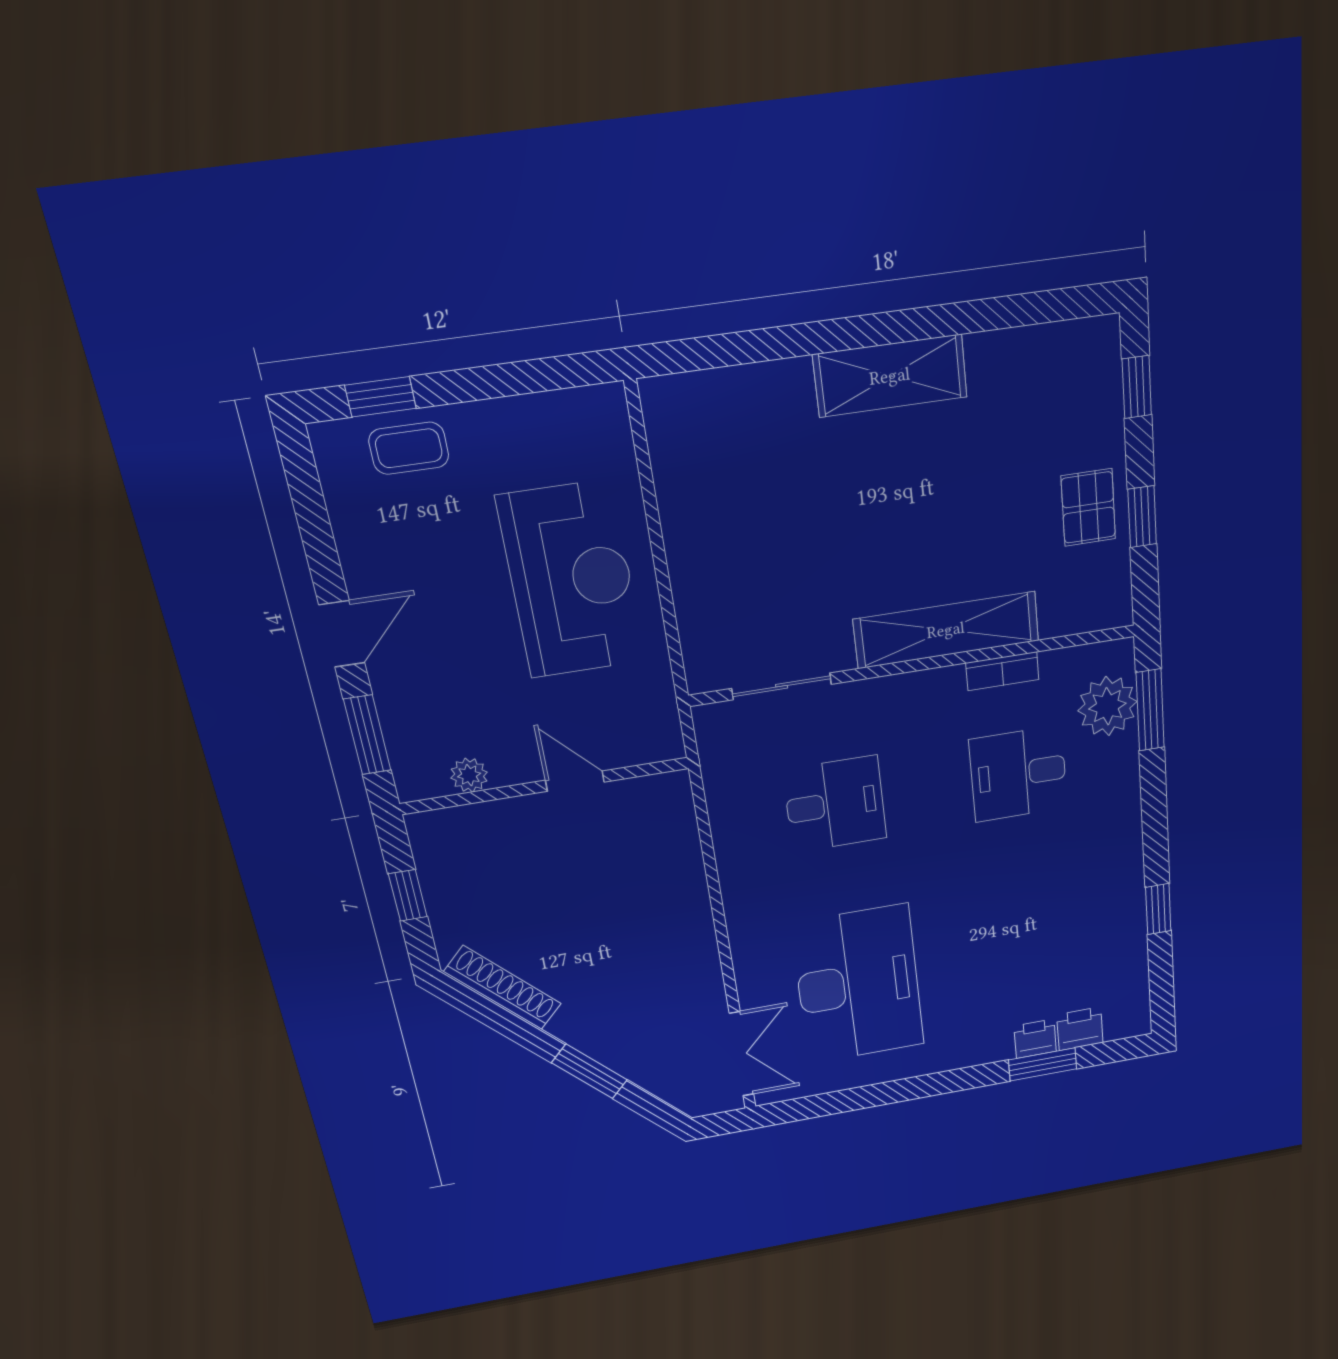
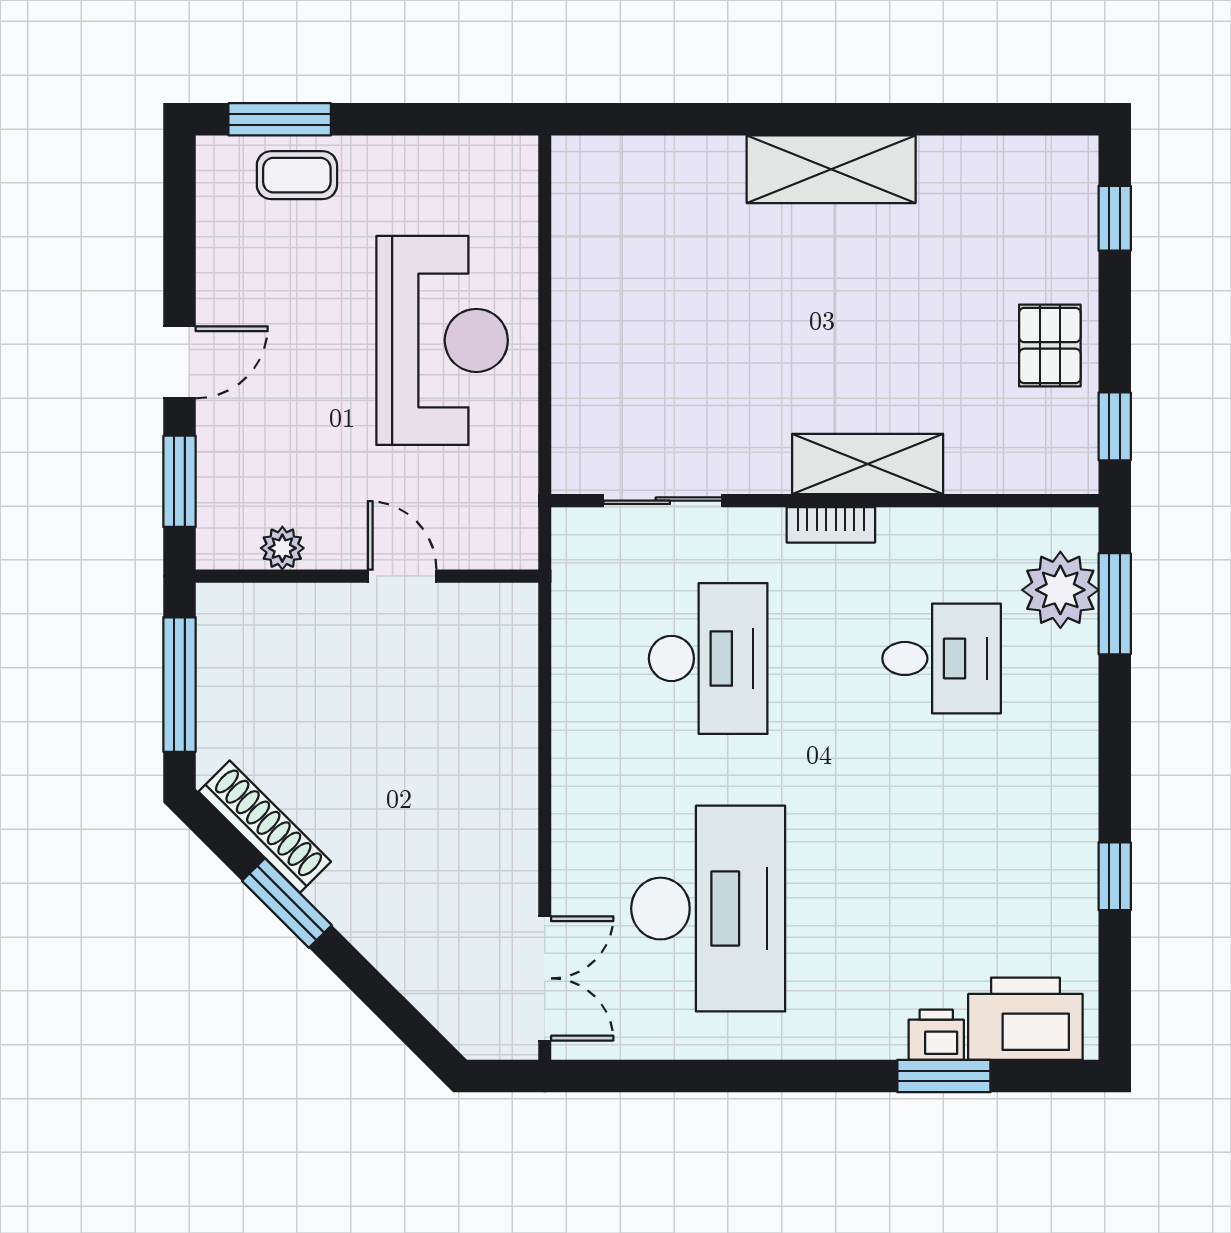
window: (381, 397) -> (280, 119), width x1.50
window: (1142, 517) -> (1115, 426), moved
shelving: (946, 630) -> (868, 464), width x0.68
bookcase: (1002, 671) -> (831, 525), moved
desk: (1018, 774) -> (942, 658), turned 180
desk: (835, 804) -> (708, 658), width x1.37
window: (408, 895) -> (180, 685), width x2.17
printer: (1080, 1029) -> (1025, 1019), width x1.87, depth x1.48
window: (589, 1071) -> (287, 903), moved

